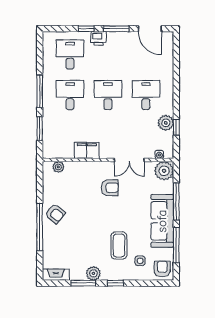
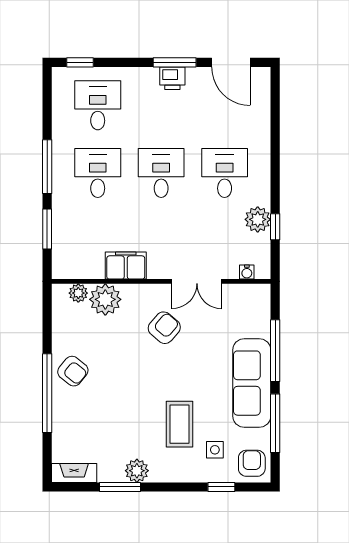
window: (86, 29) -> (80, 62), moved
printer: (99, 38) -> (172, 78), moved
plant: (164, 171) -> (105, 299), moved
armchair: (110, 188) -> (164, 328), turned -49
window: (115, 283) -> (221, 487), moved

